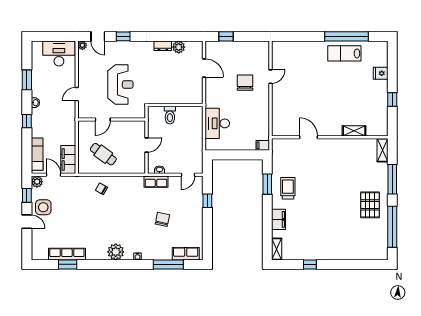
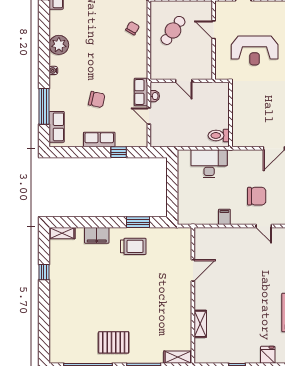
toilet: (170, 115) -> (219, 135), moved
filing cabinet: (263, 145) -> (224, 217), moved
door: (188, 175) -> (149, 116), moved
row of seats: (197, 217) -> (99, 140), added

